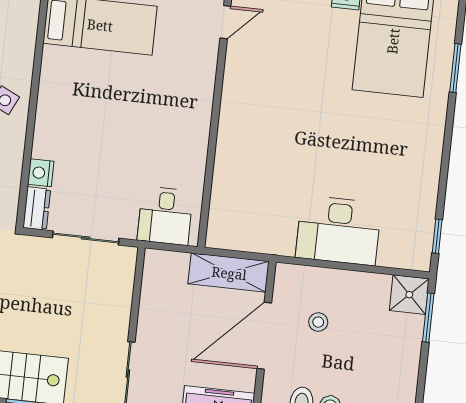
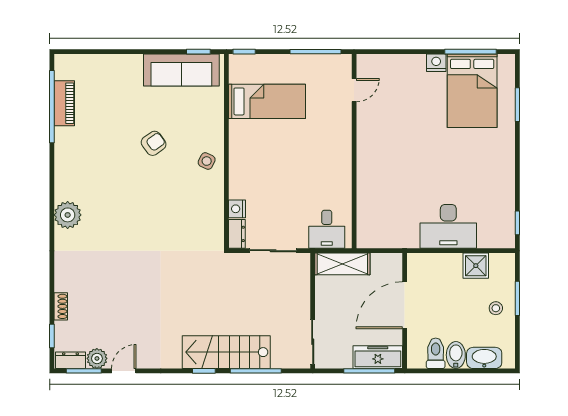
shelving: (229, 273) -> (342, 264), moved
shower: (409, 295) -> (476, 266), moved
window: (428, 318) -> (517, 298), moved
stool: (318, 322) -> (496, 308), moved

